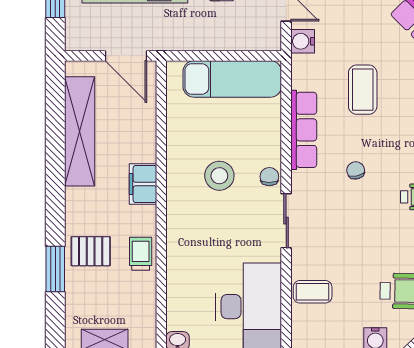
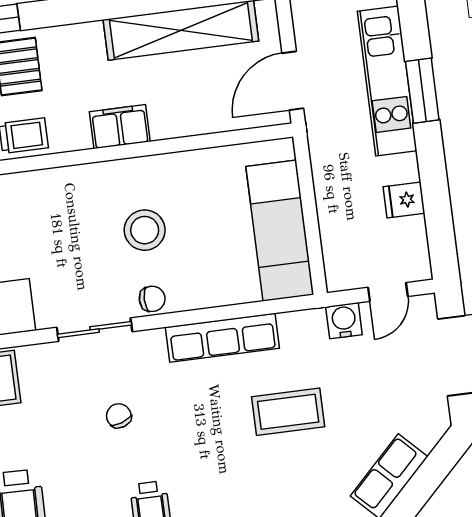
chair: (356, 170) -> (119, 416), moved, turned -97

